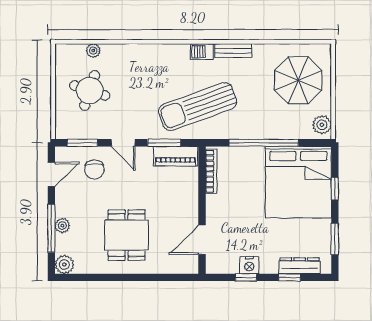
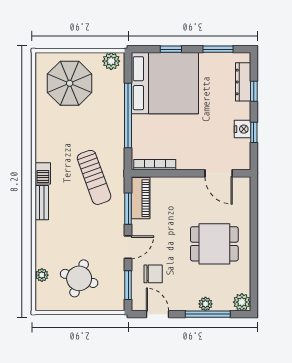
bench: (233, 51) -> (42, 203), moved
sun lounger: (198, 106) -> (94, 177), width x0.73, depth x0.75

